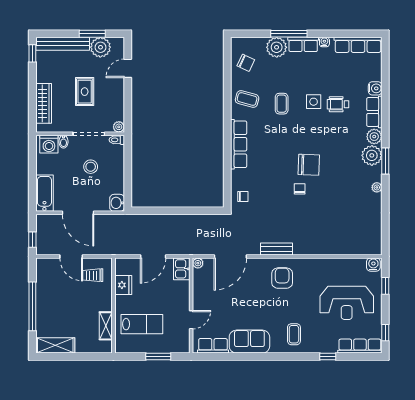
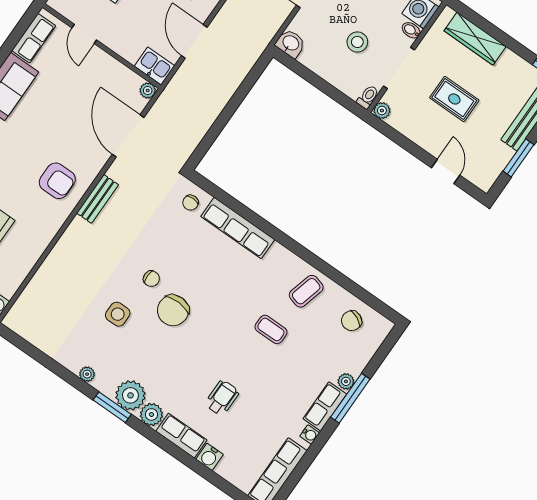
plant: (100, 47) -> (495, 156), removed
plant: (277, 47) -> (346, 381), width x0.53, depth x0.53
side table: (314, 102) -> (118, 314), moved
row of seats: (239, 144) -> (238, 228), moved

